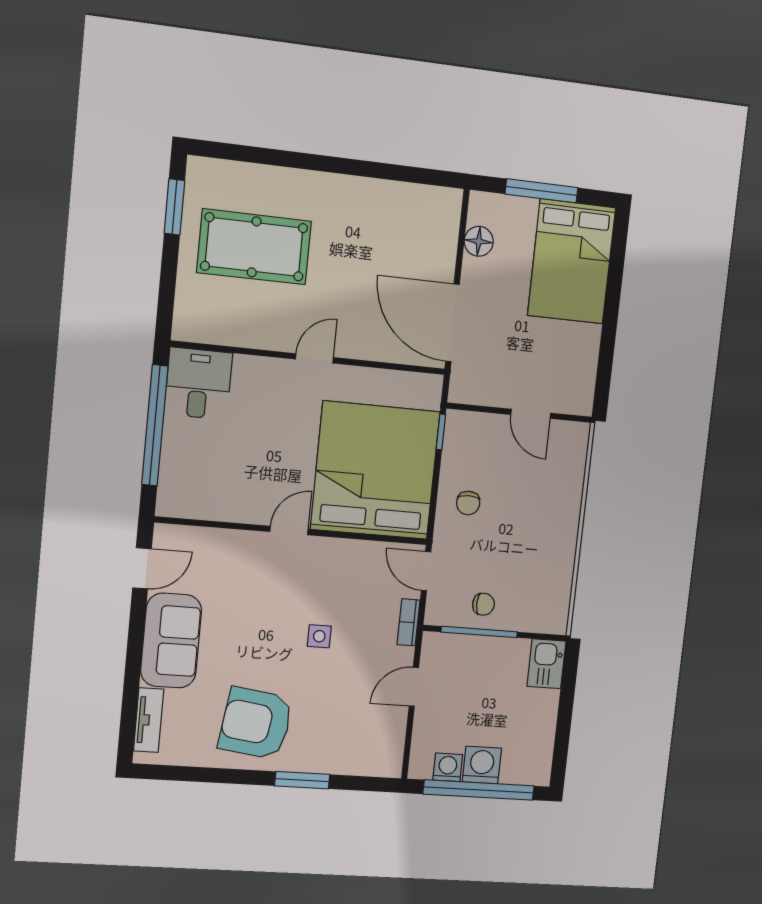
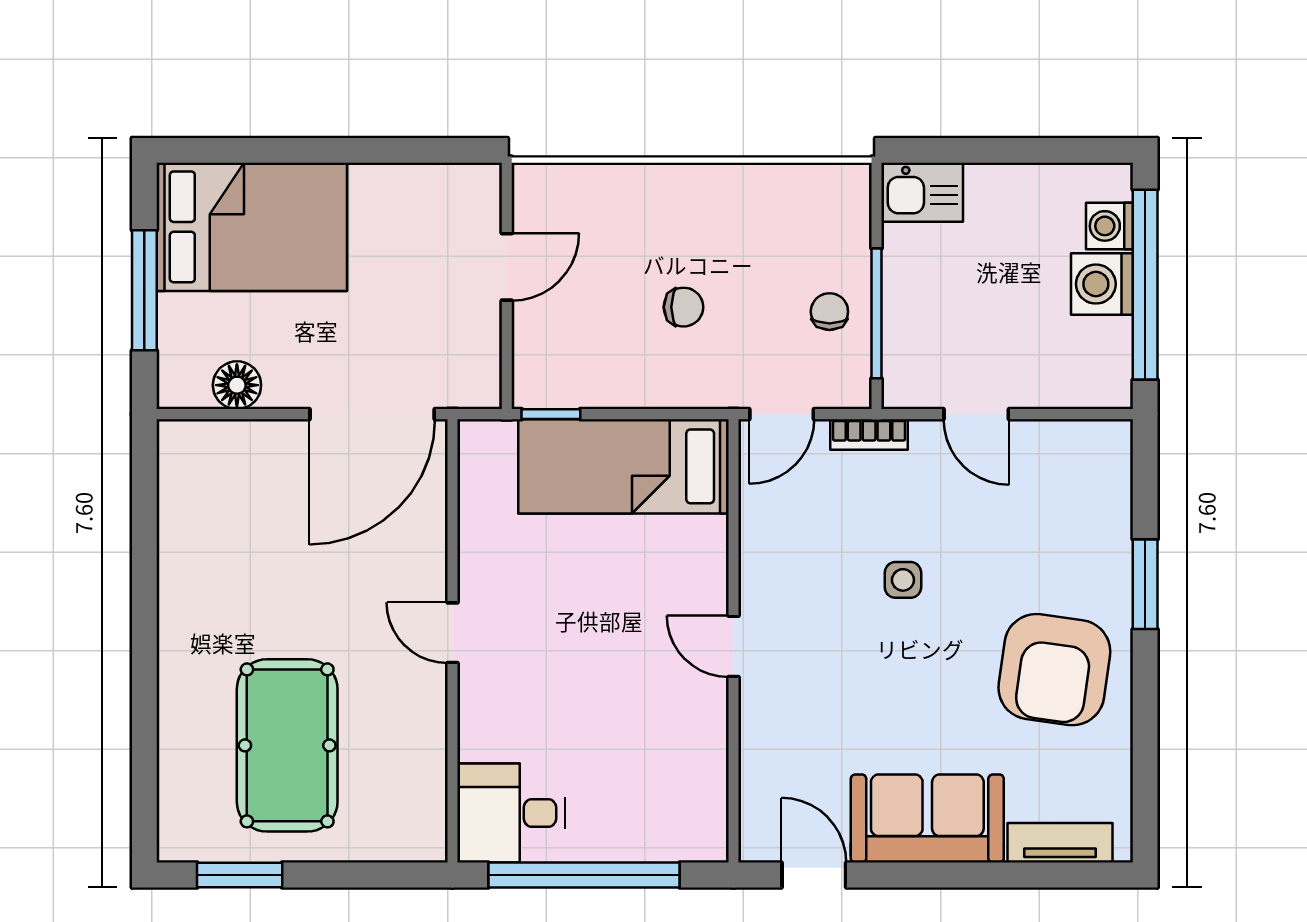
bed: (375, 470) -> (623, 466), width x0.49
chair: (468, 503) -> (684, 307), moved
washing machine: (448, 767) -> (1109, 226), moved

